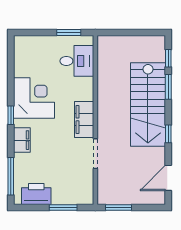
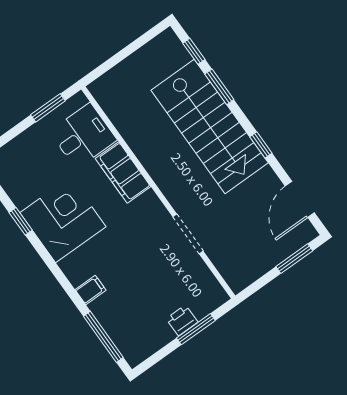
window: (11, 115) -> (21, 221), moved
filing cabinet: (84, 119) -> (123, 172), moved
filing cabinet: (22, 140) -> (90, 290), width x0.50
printer: (36, 194) -> (182, 320), moved, width x0.53, depth x0.68
window: (119, 207) -> (294, 259), moved

